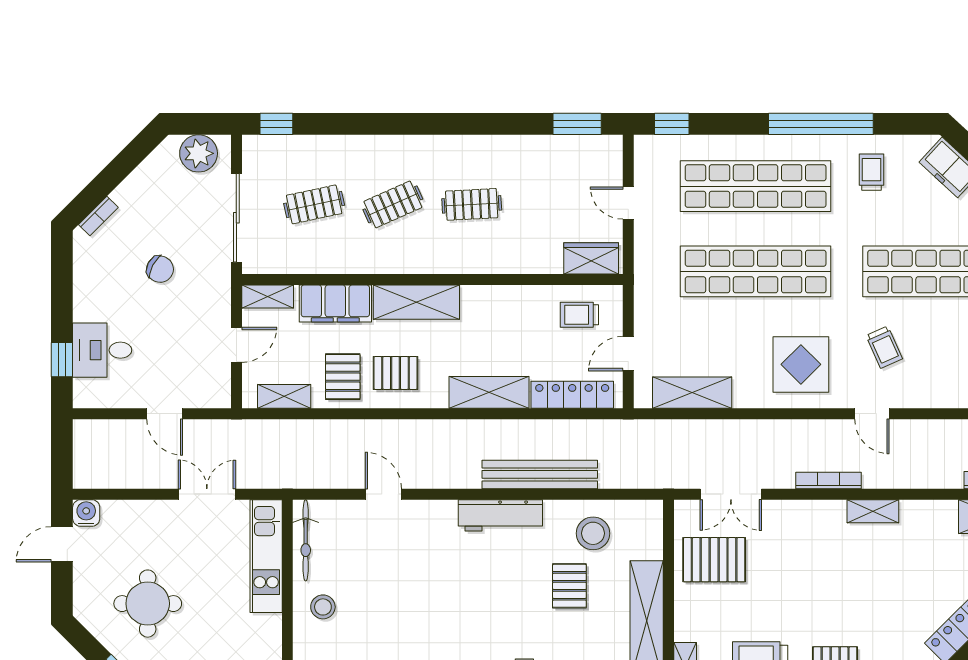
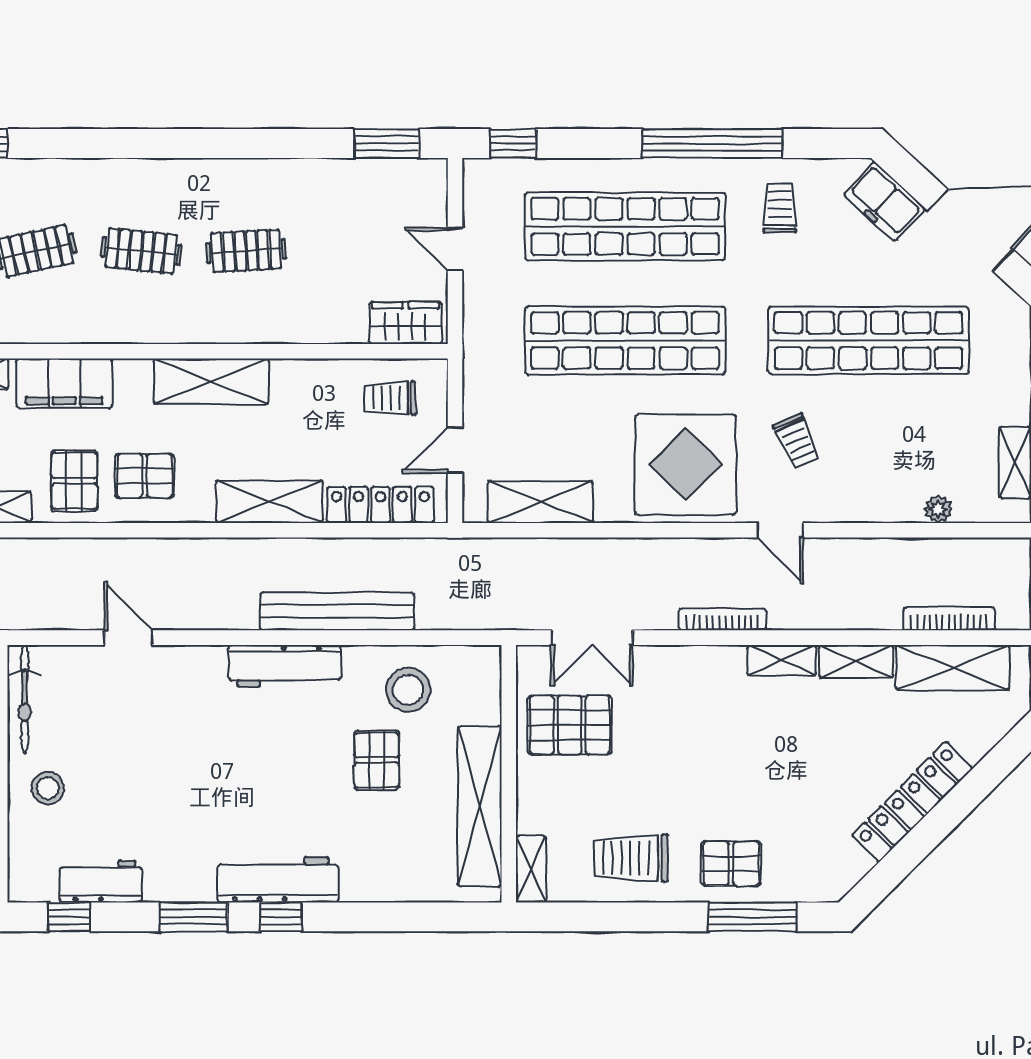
clothes rail: (393, 204) -> (141, 251), turned 30
shelving: (416, 302) -> (211, 381), moved
display table: (801, 364) -> (686, 465), width x1.36, depth x1.36
shelving: (929, 512) -> (856, 661), added

